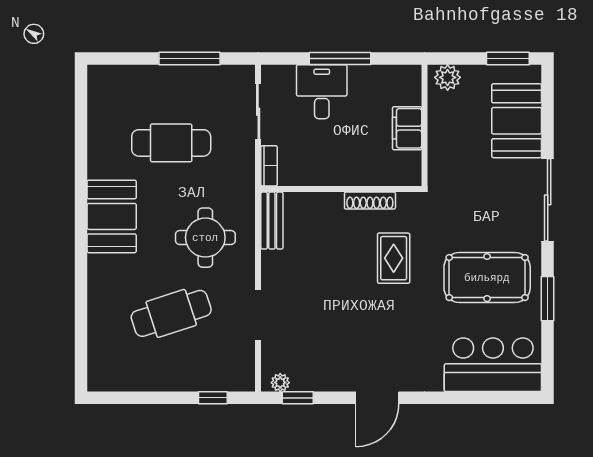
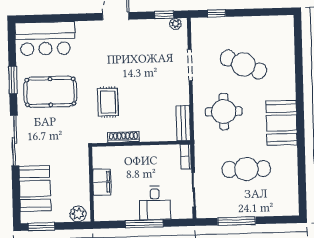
cafe table: (171, 313) -> (243, 64), turned 42

